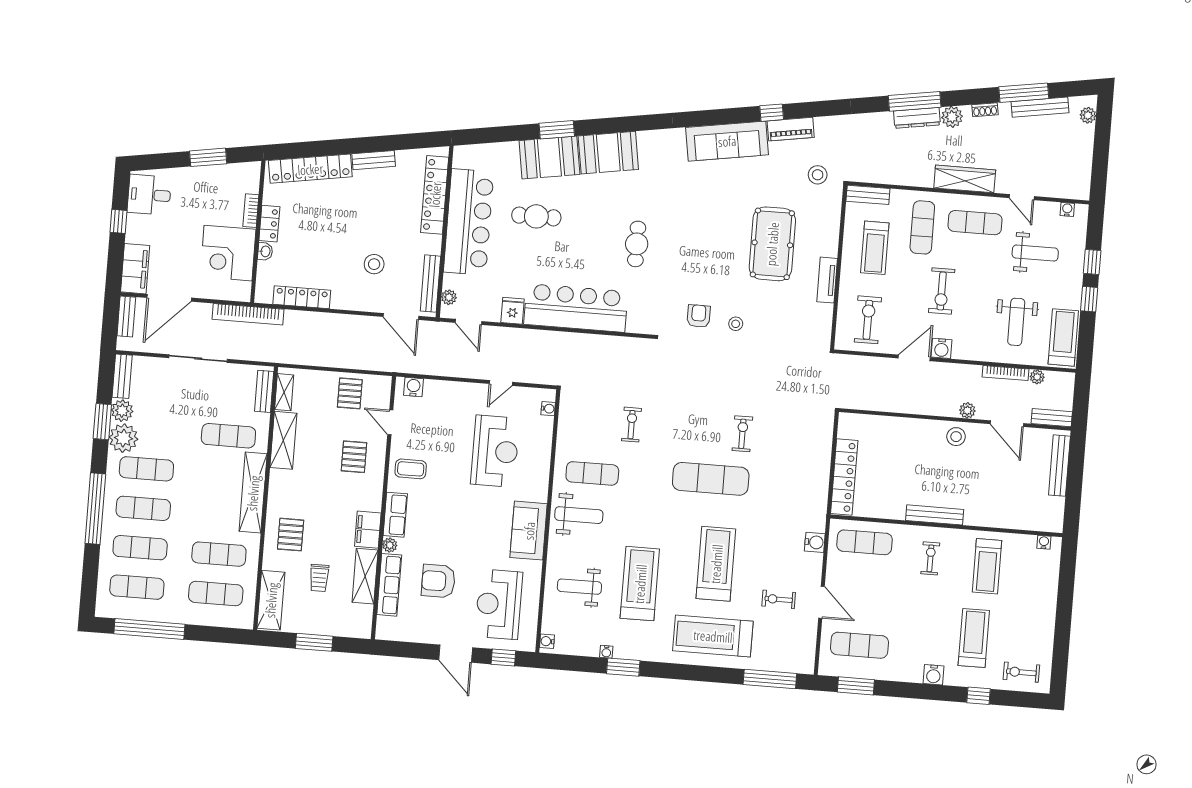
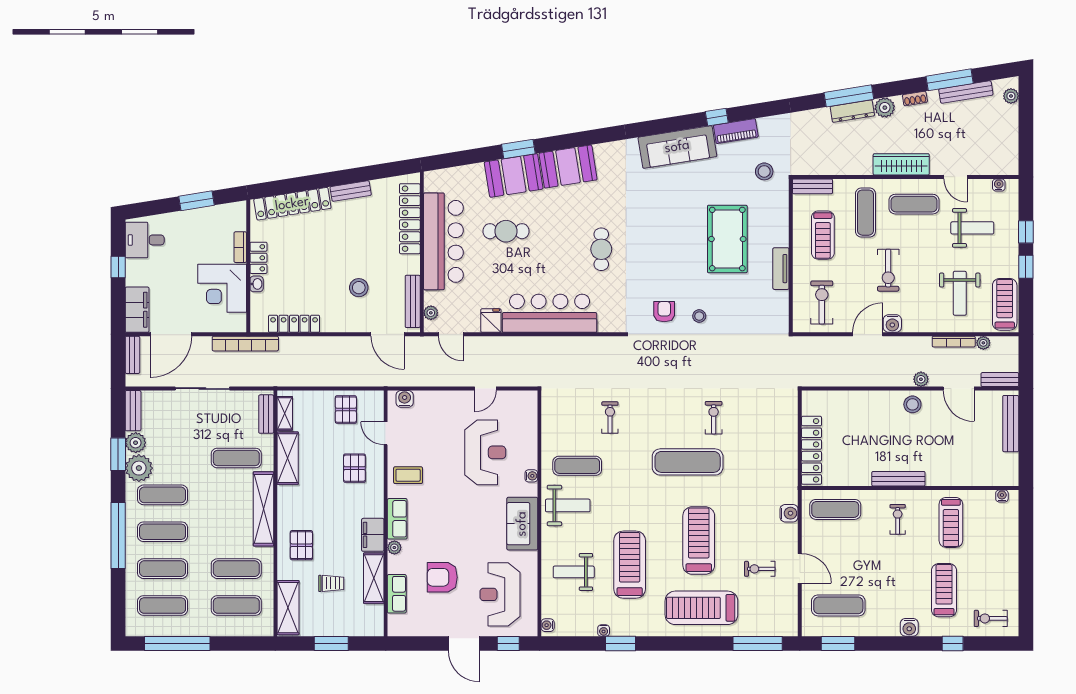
water cooler: (548, 409) -> (531, 476), moved
trolley: (319, 578) -> (331, 583), turned -90
row of seats: (389, 585) -> (397, 594), width x0.68

